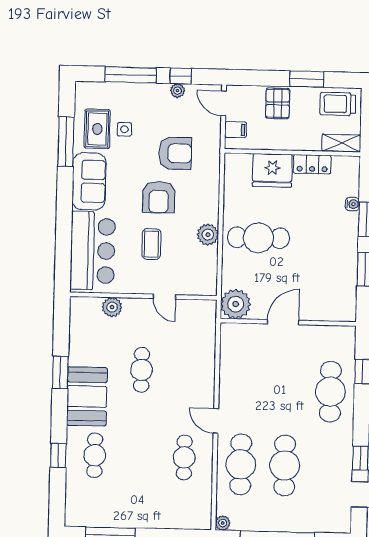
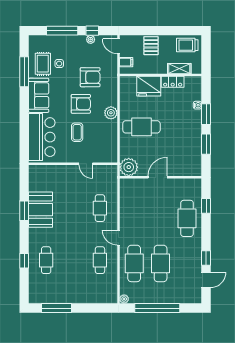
window: (307, 79) -> (168, 31), removed
shelving: (341, 143) -> (179, 69), moved
armchair: (159, 197) -> (81, 104), turned -90
plant: (208, 235) -> (111, 113), moved
plant: (112, 307) -> (54, 171), removed
cafe table: (142, 370) -> (100, 208), moved
booth: (87, 396) -> (41, 210), moved

